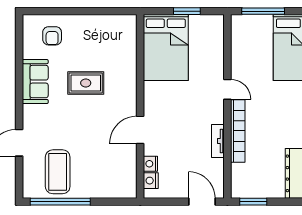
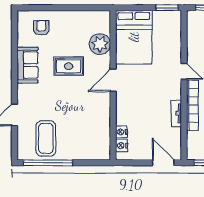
window: (187, 11) -> (167, 8), moved
armchair: (52, 36) -> (41, 28), turned 180
plant: (124, 56) -> (100, 44), added
door: (140, 130) -> (113, 80), moved

